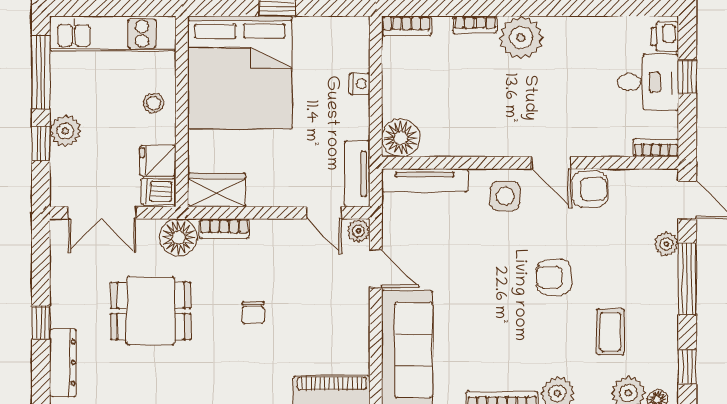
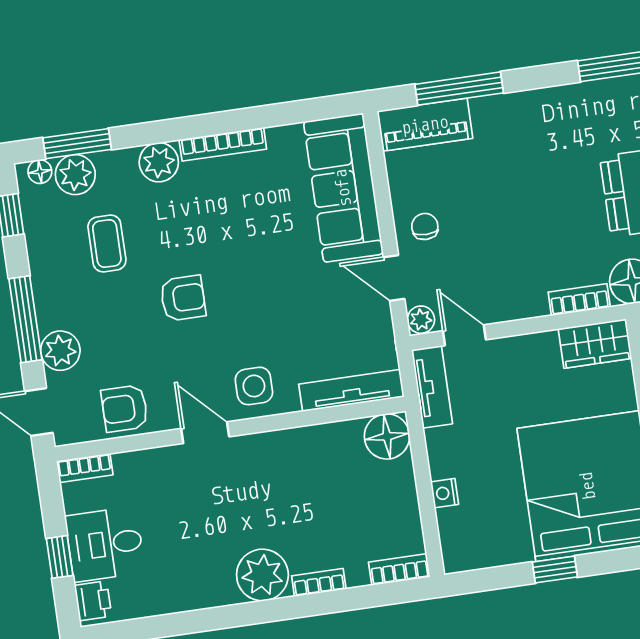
armchair: (590, 189) -> (125, 408), moved
plant: (666, 244) -> (60, 351), width x1.38, depth x1.38
chair: (253, 312) -> (425, 226), moved

